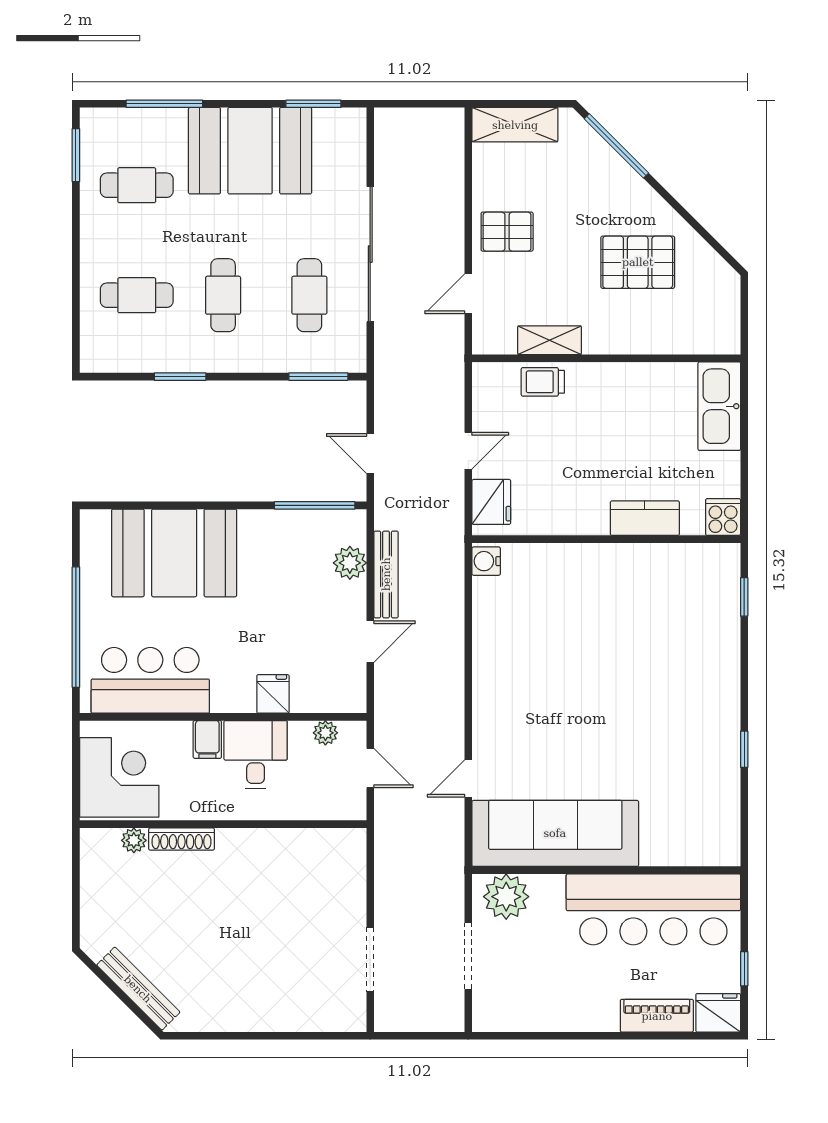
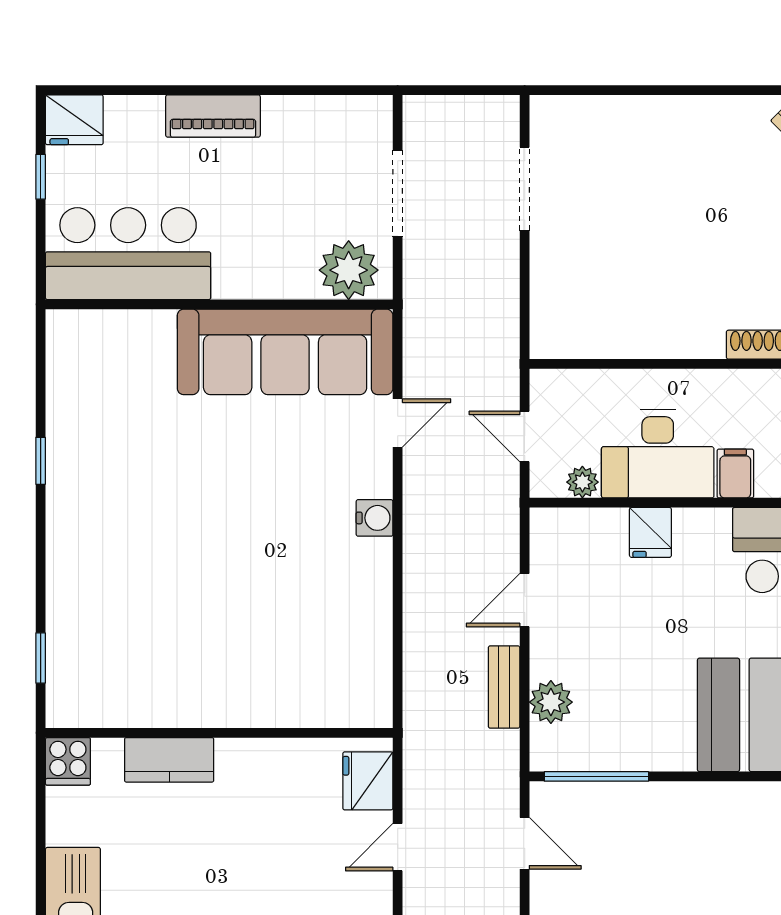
water cooler: (486, 561) -> (375, 518), moved
bench: (386, 574) -> (504, 687), width x0.73
desk: (256, 755) -> (658, 454), width x1.37
bar counter: (653, 909) -> (128, 254), width x0.73
piano: (657, 1016) -> (213, 116), moved

